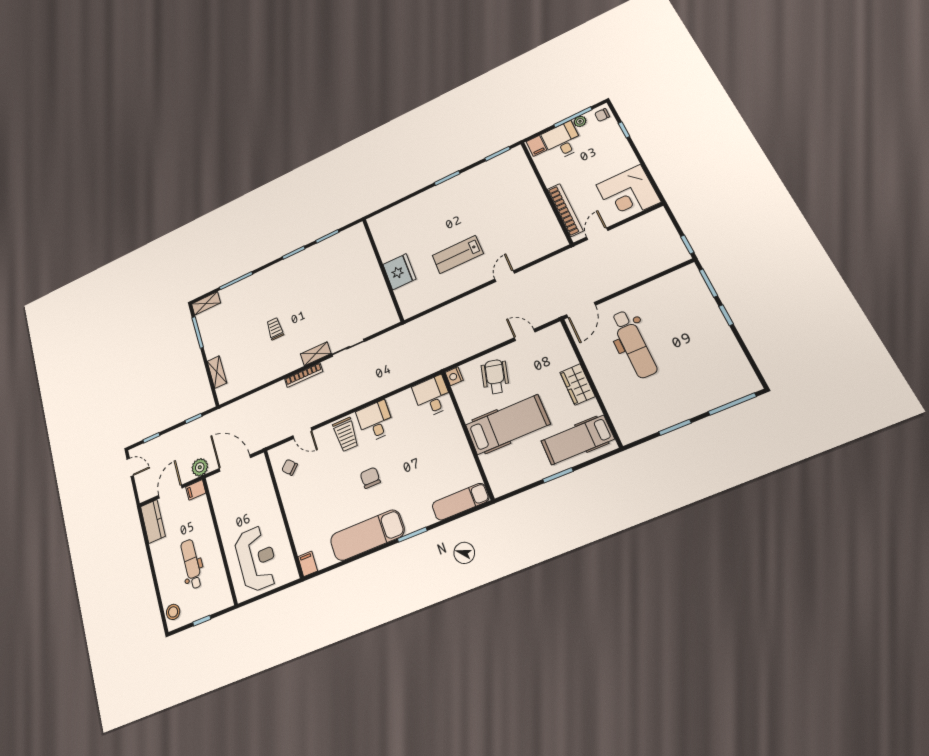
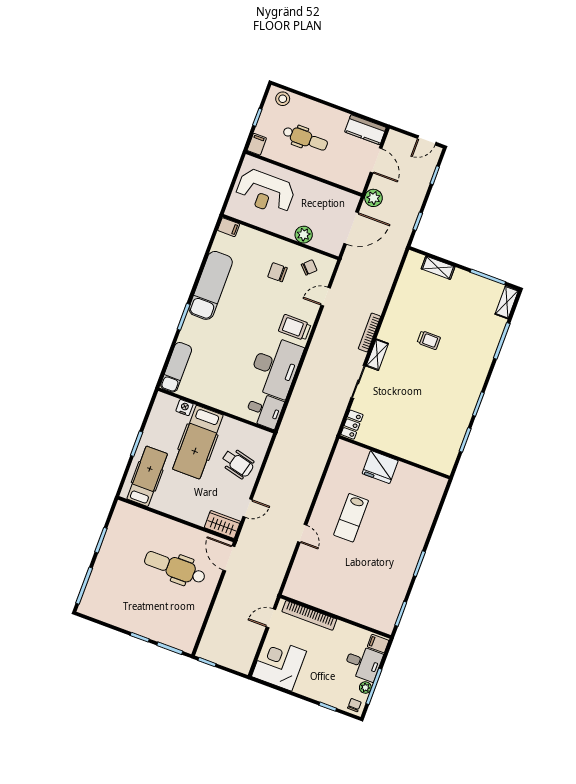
door: (597, 234) -> (271, 618), swing flipped
lab bench: (458, 254) -> (351, 518), turned 180
locker: (385, 321) -> (352, 425), added
nightstand: (454, 376) -> (184, 408), moved
wardrobe: (577, 384) -> (222, 524), moved
desk: (375, 421) -> (275, 367), width x1.87, depth x1.30
chair: (370, 478) -> (277, 272), moved, turned 180
filing cabinet: (196, 490) -> (257, 144), moved
plant: (267, 496) -> (304, 235), added

